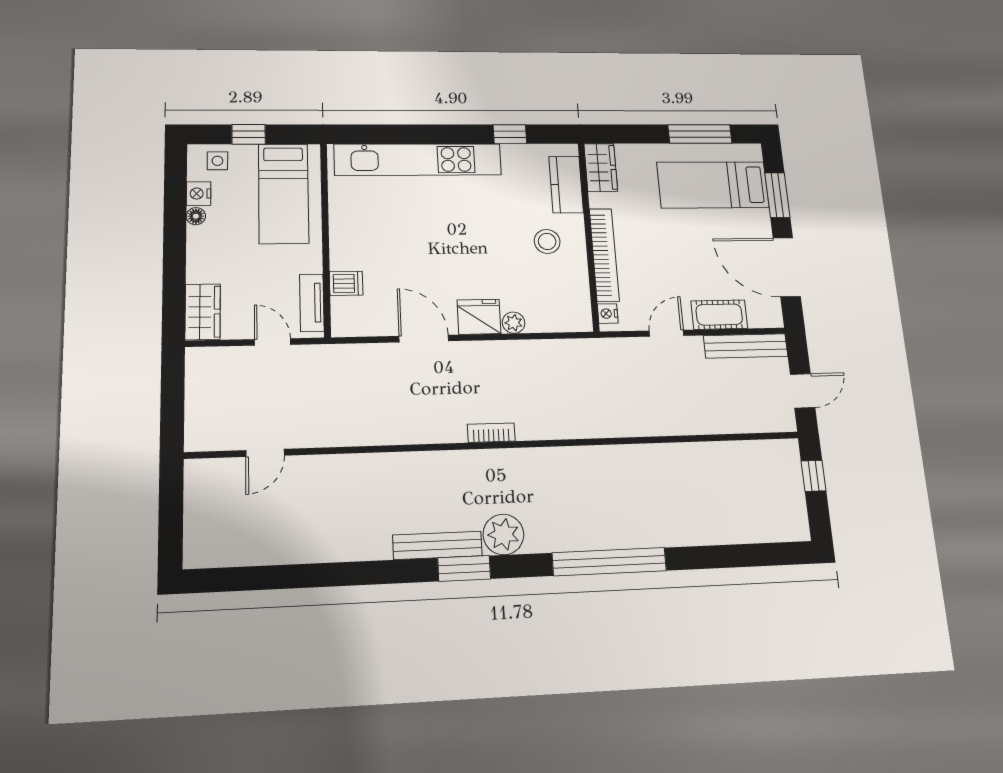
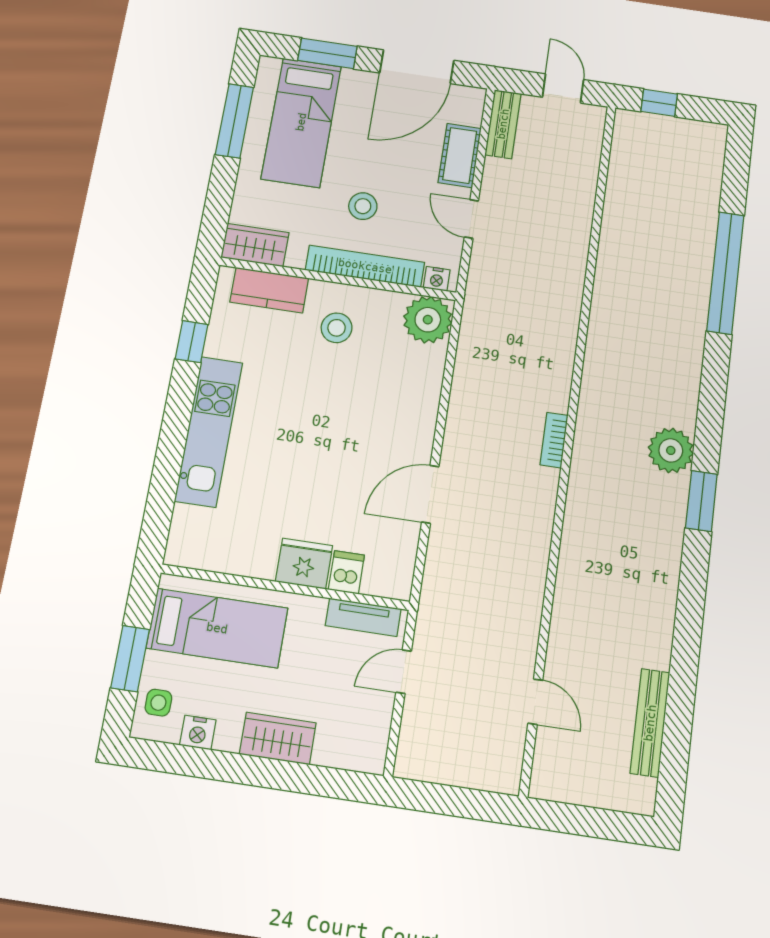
window: (249, 134) -> (130, 659), width x1.50
kitchen unit: (418, 160) -> (209, 431), width x0.73
floor lamp: (196, 216) -> (227, 740), removed
stool: (655, 245) -> (363, 206), added
wardrobe: (203, 312) -> (278, 738), moved
fridge: (479, 317) -> (304, 564), moved, turned 90
plant: (514, 323) -> (428, 320), moved, width x1.88, depth x1.88
bench: (746, 346) -> (503, 124), width x0.73
bench: (437, 545) -> (650, 723), moved
window: (609, 562) -> (725, 273), moved

